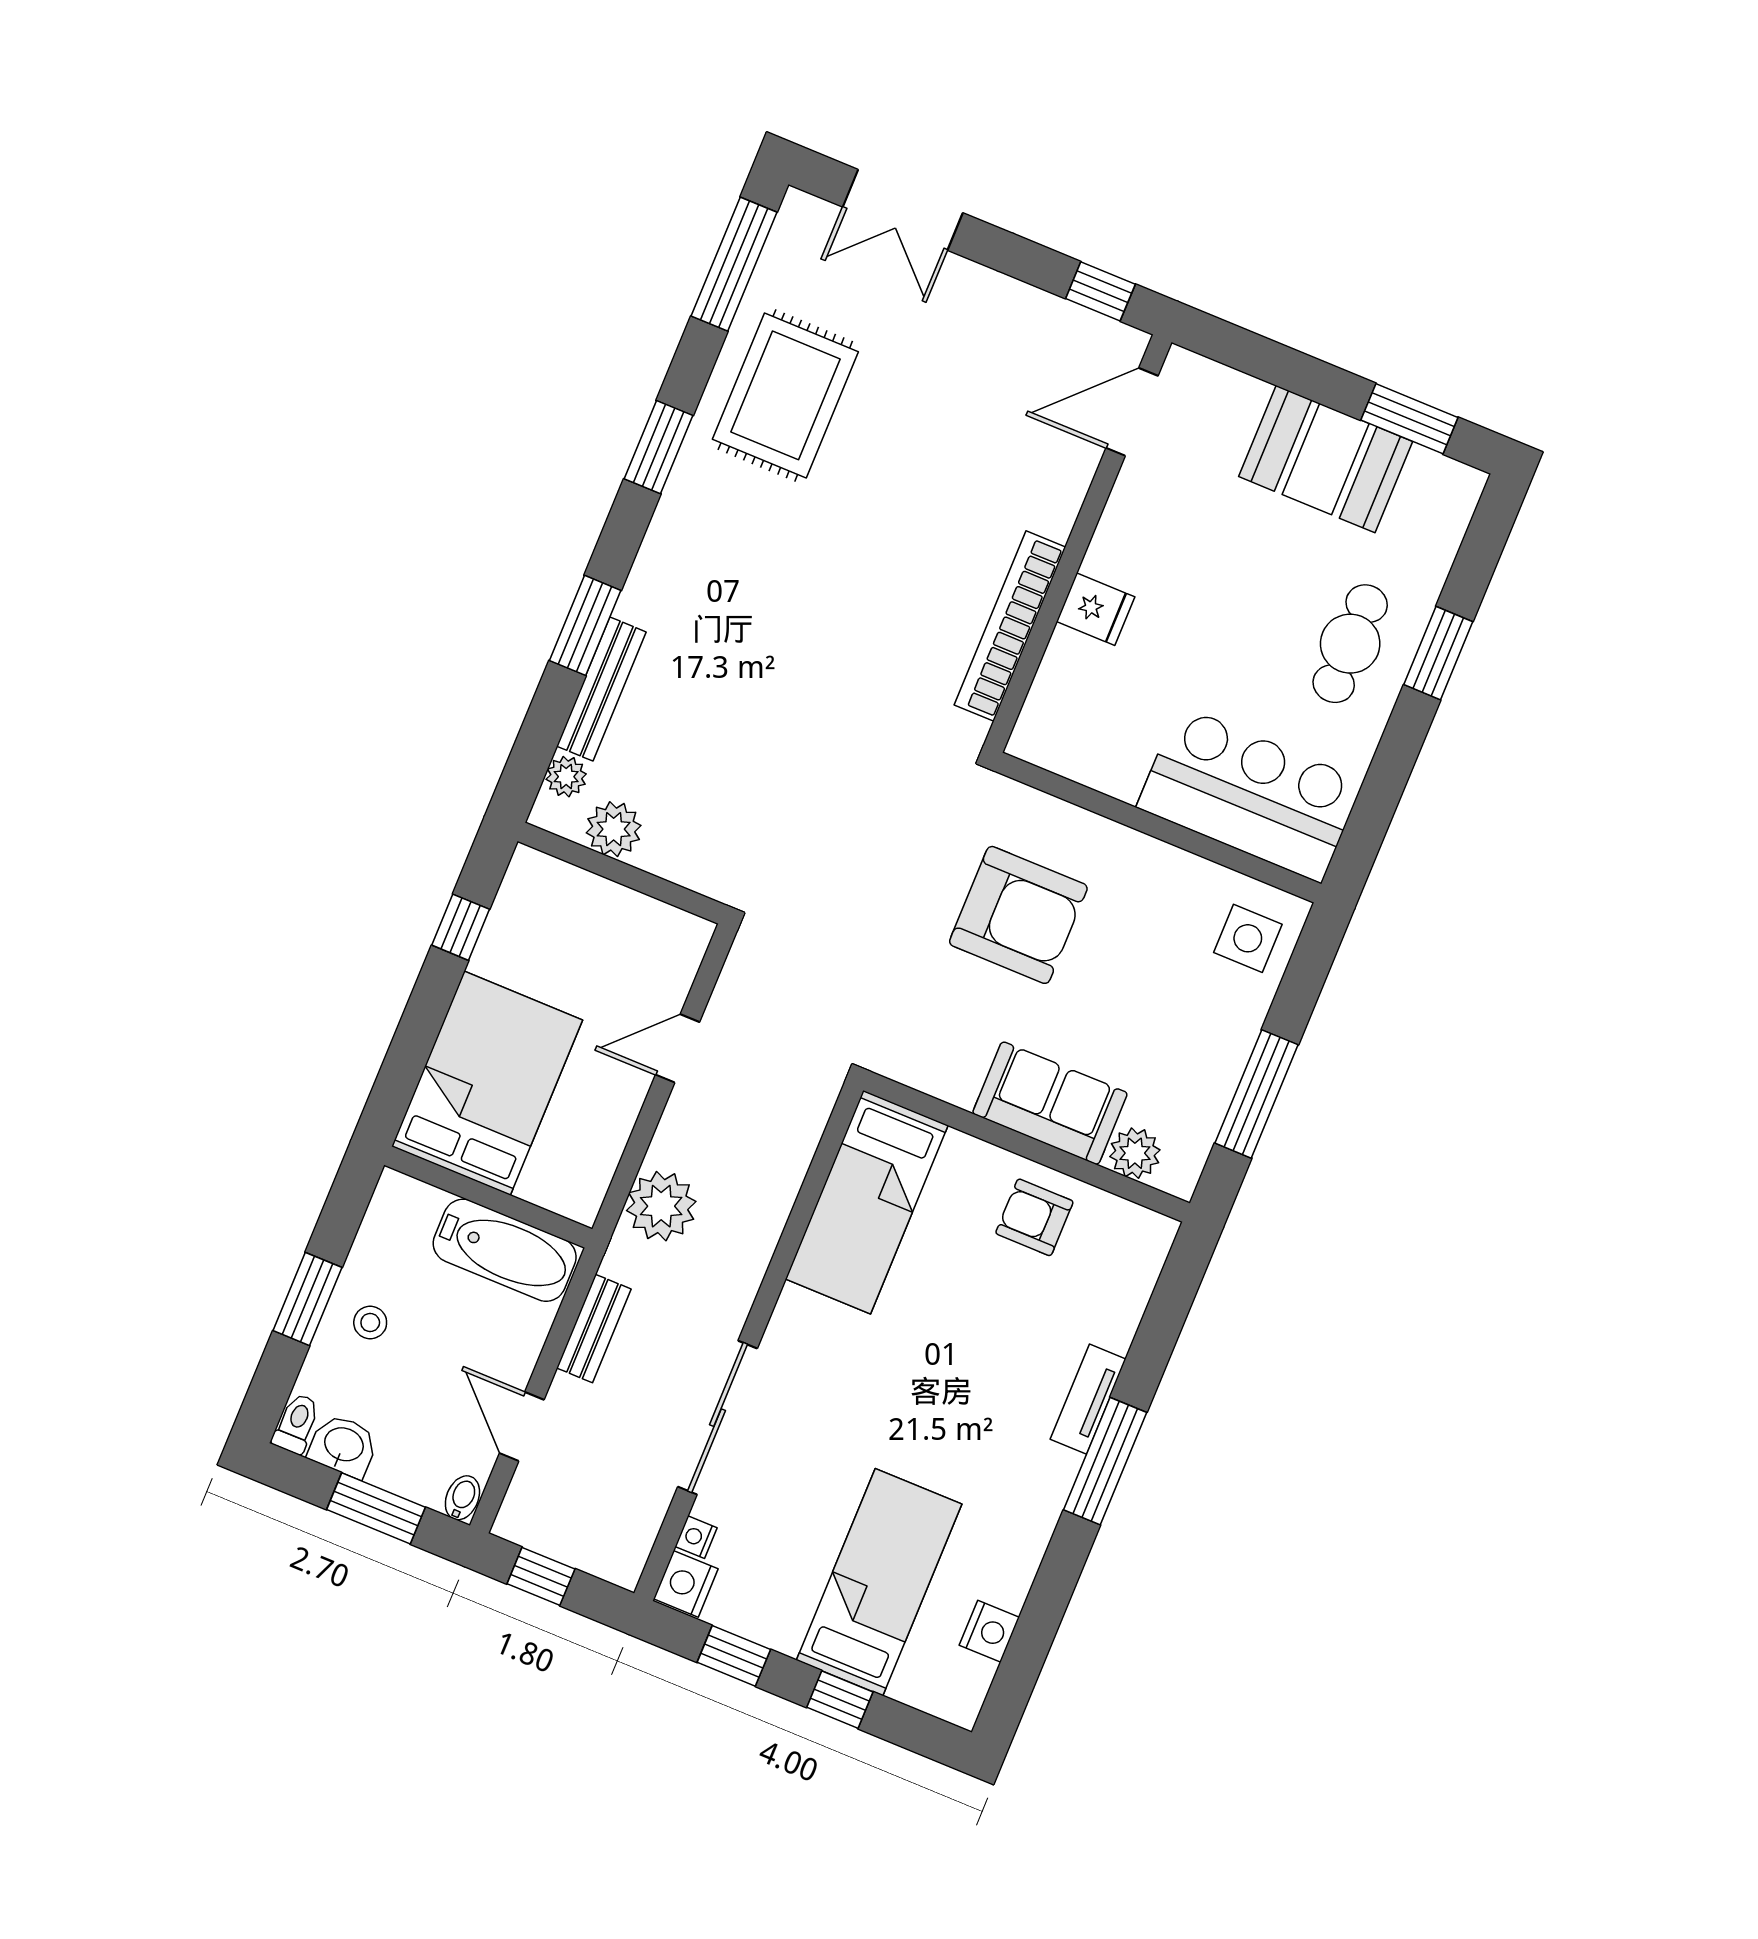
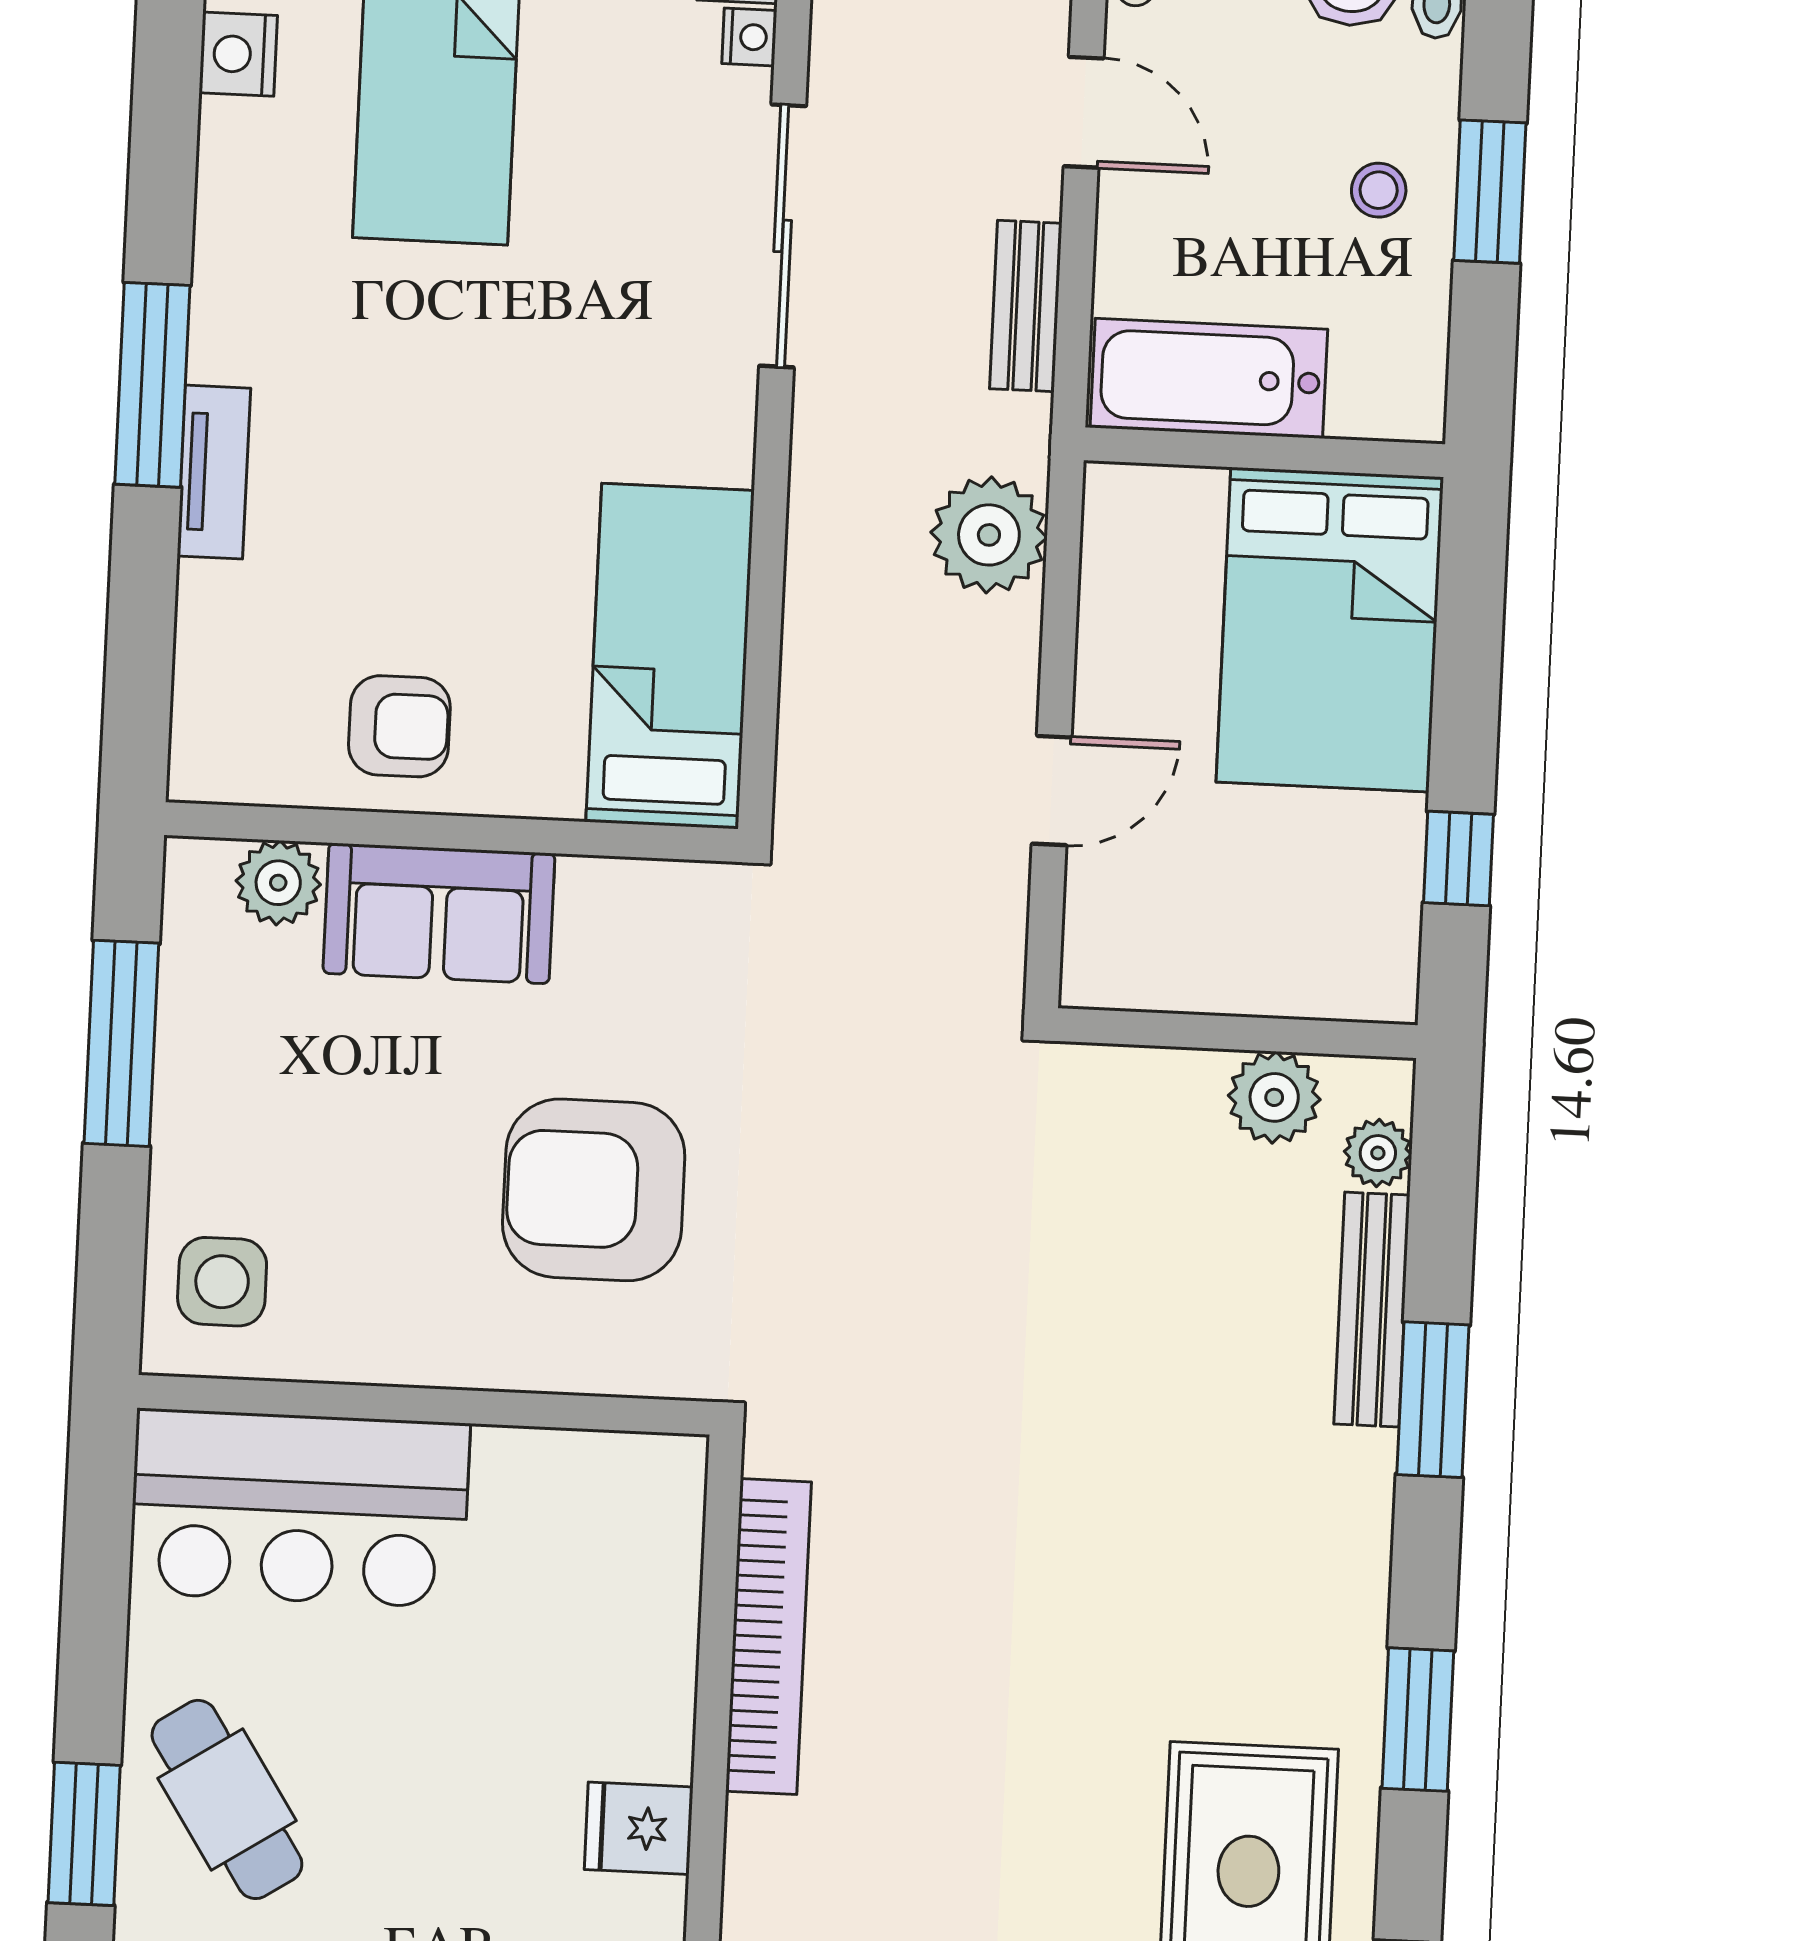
fridge: (1096, 609) -> (639, 1828), moved
cafe table: (1350, 644) -> (227, 1799), turned -33

